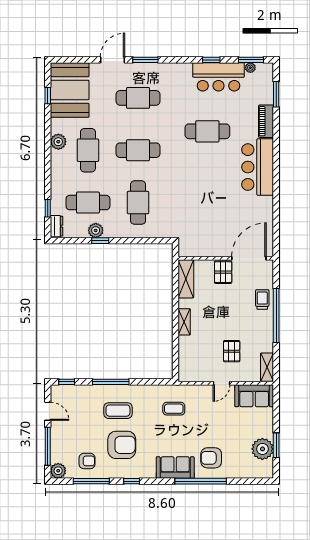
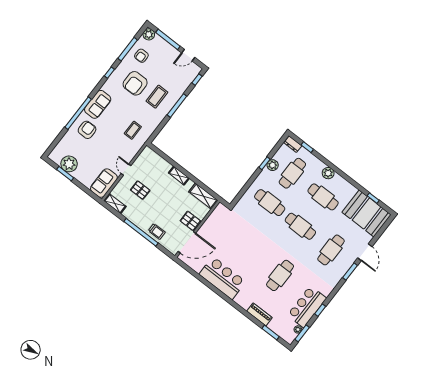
plant: (58, 142) -> (328, 173), moved
cafe table: (138, 150) -> (300, 226), turned 90
bar counter: (258, 167) -> (222, 278), moved
door: (249, 258) -> (187, 242), hinge flipped

